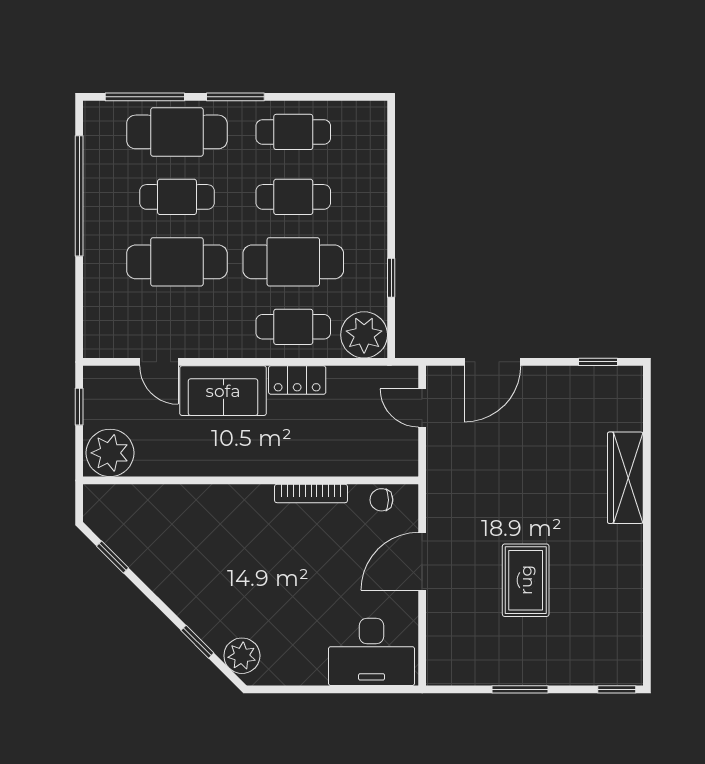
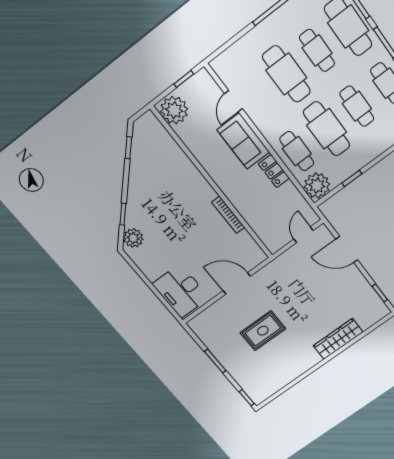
chair: (381, 500) -> (250, 247), removed

